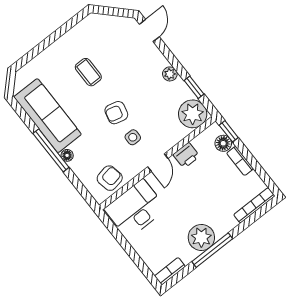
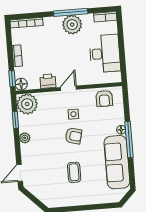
floor lamp: (223, 143) -> (21, 84), moved
armchair: (110, 178) -> (104, 98), turned -79
desk: (135, 209) -> (105, 53), moved, turned -90

